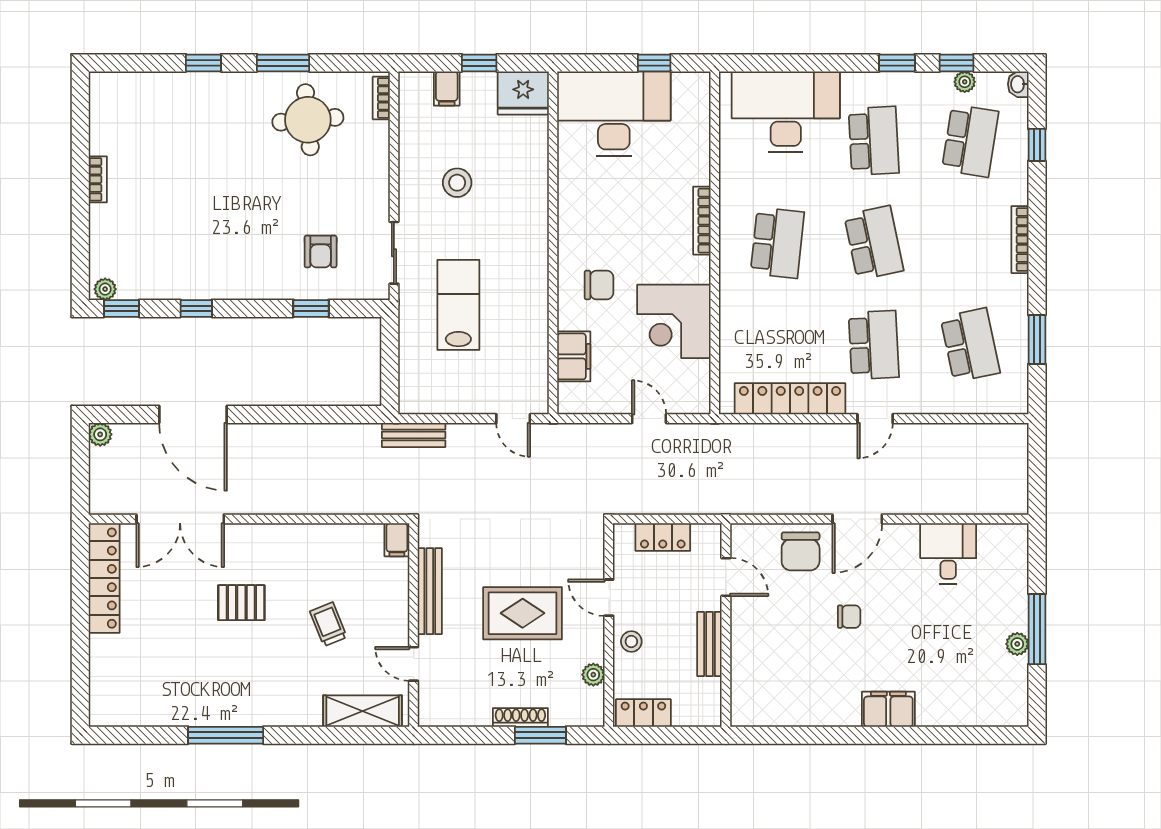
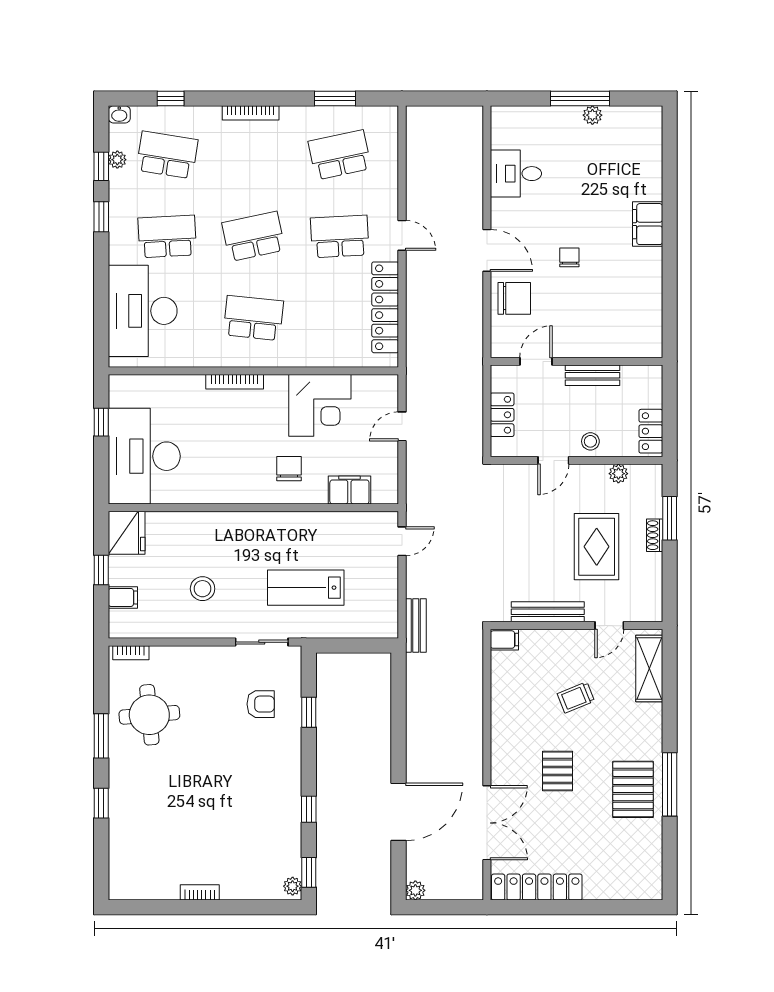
rug: (523, 613) -> (597, 547), moved
pallet: (220, 692) -> (633, 789), added
shoe rack: (520, 717) -> (655, 535), width x0.70

